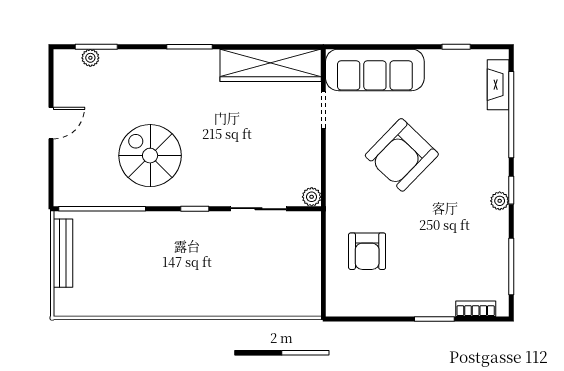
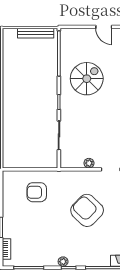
plant: (312, 197) -> (89, 163), moved

